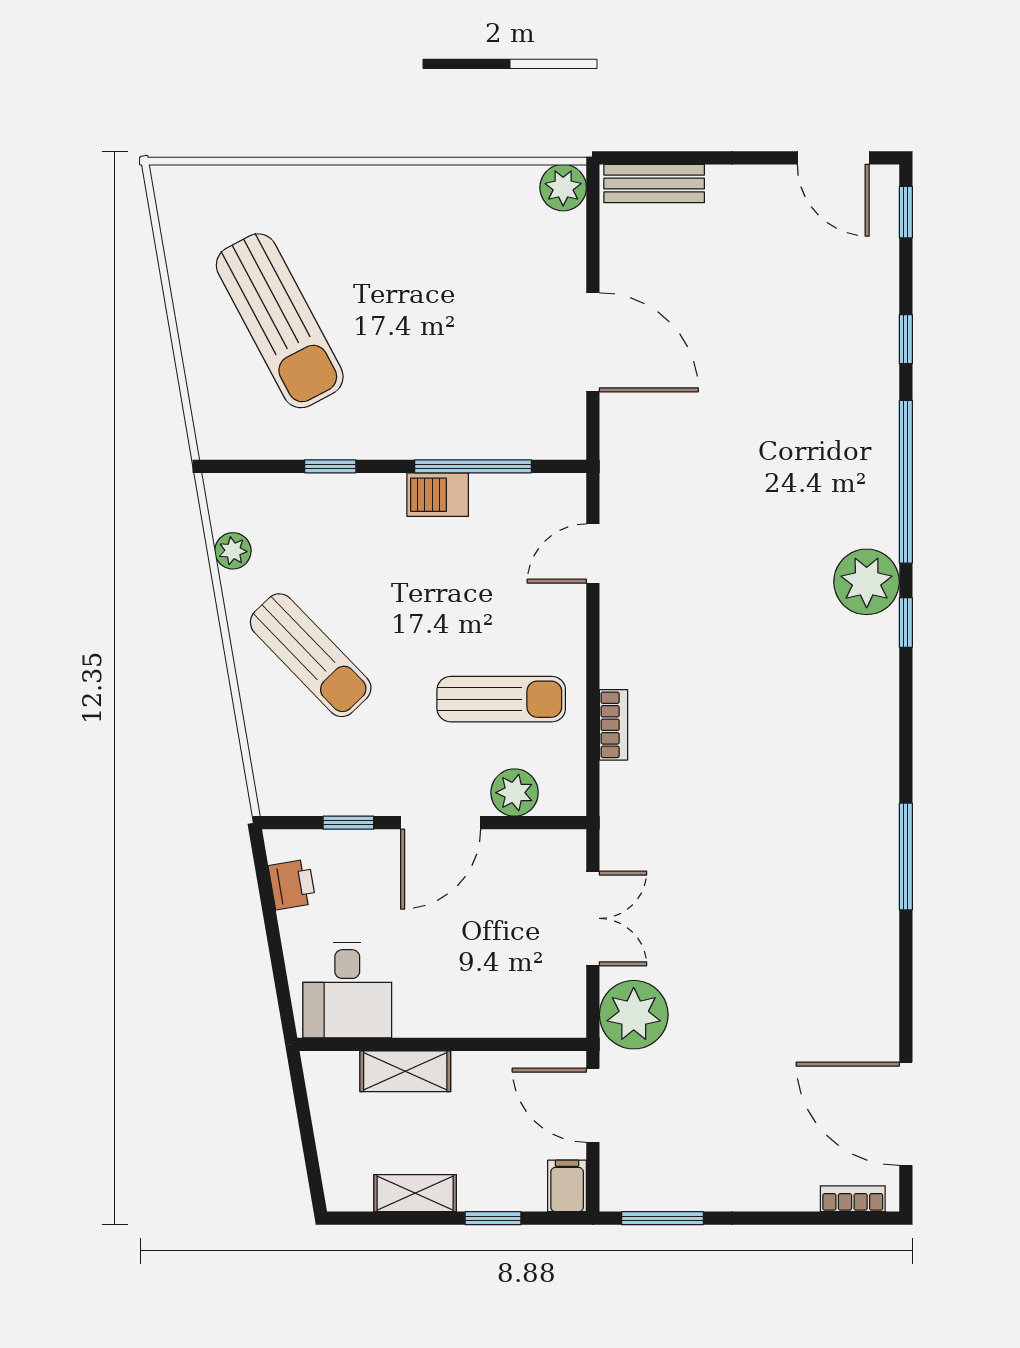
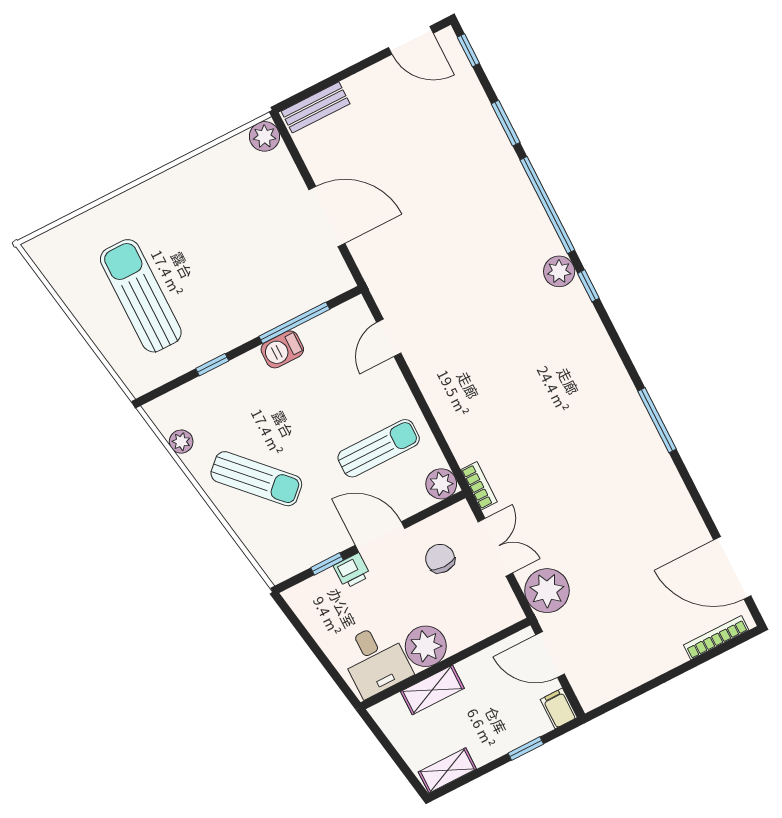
sun lounger: (280, 321) -> (141, 296), turned -152
window: (906, 339) -> (506, 123), width x1.50
plant: (867, 582) -> (559, 271), width x0.73, depth x0.73
bookcase: (614, 725) -> (479, 486), moved
plant: (515, 793) -> (441, 484), moved
door: (441, 823) -> (380, 537), swing flipped
printer: (292, 884) -> (352, 571), moved, turned 100
chair: (508, 895) -> (440, 559), added
plant: (427, 1006) -> (426, 646), added
shelving: (415, 1193) -> (447, 770), moved
bookcase: (853, 1199) -> (716, 638), width x1.56
window: (662, 1218) -> (623, 699), removed

